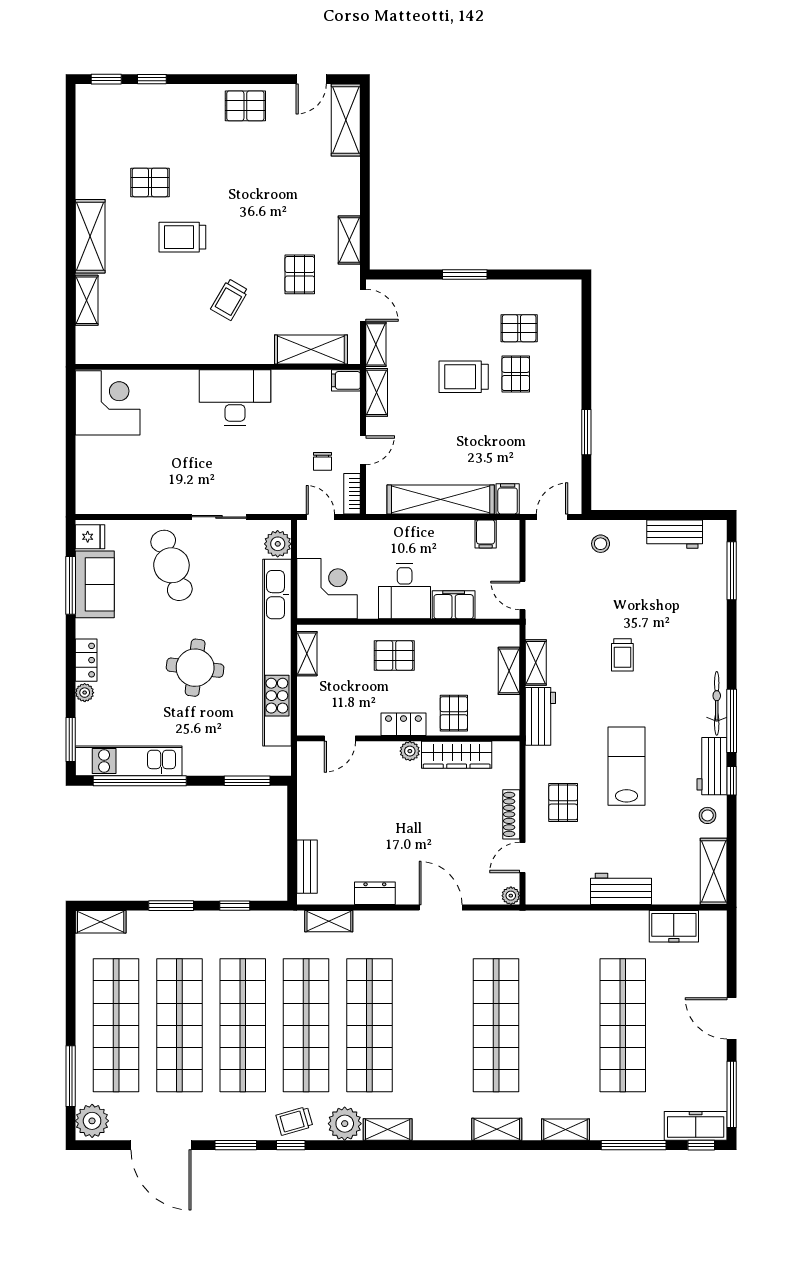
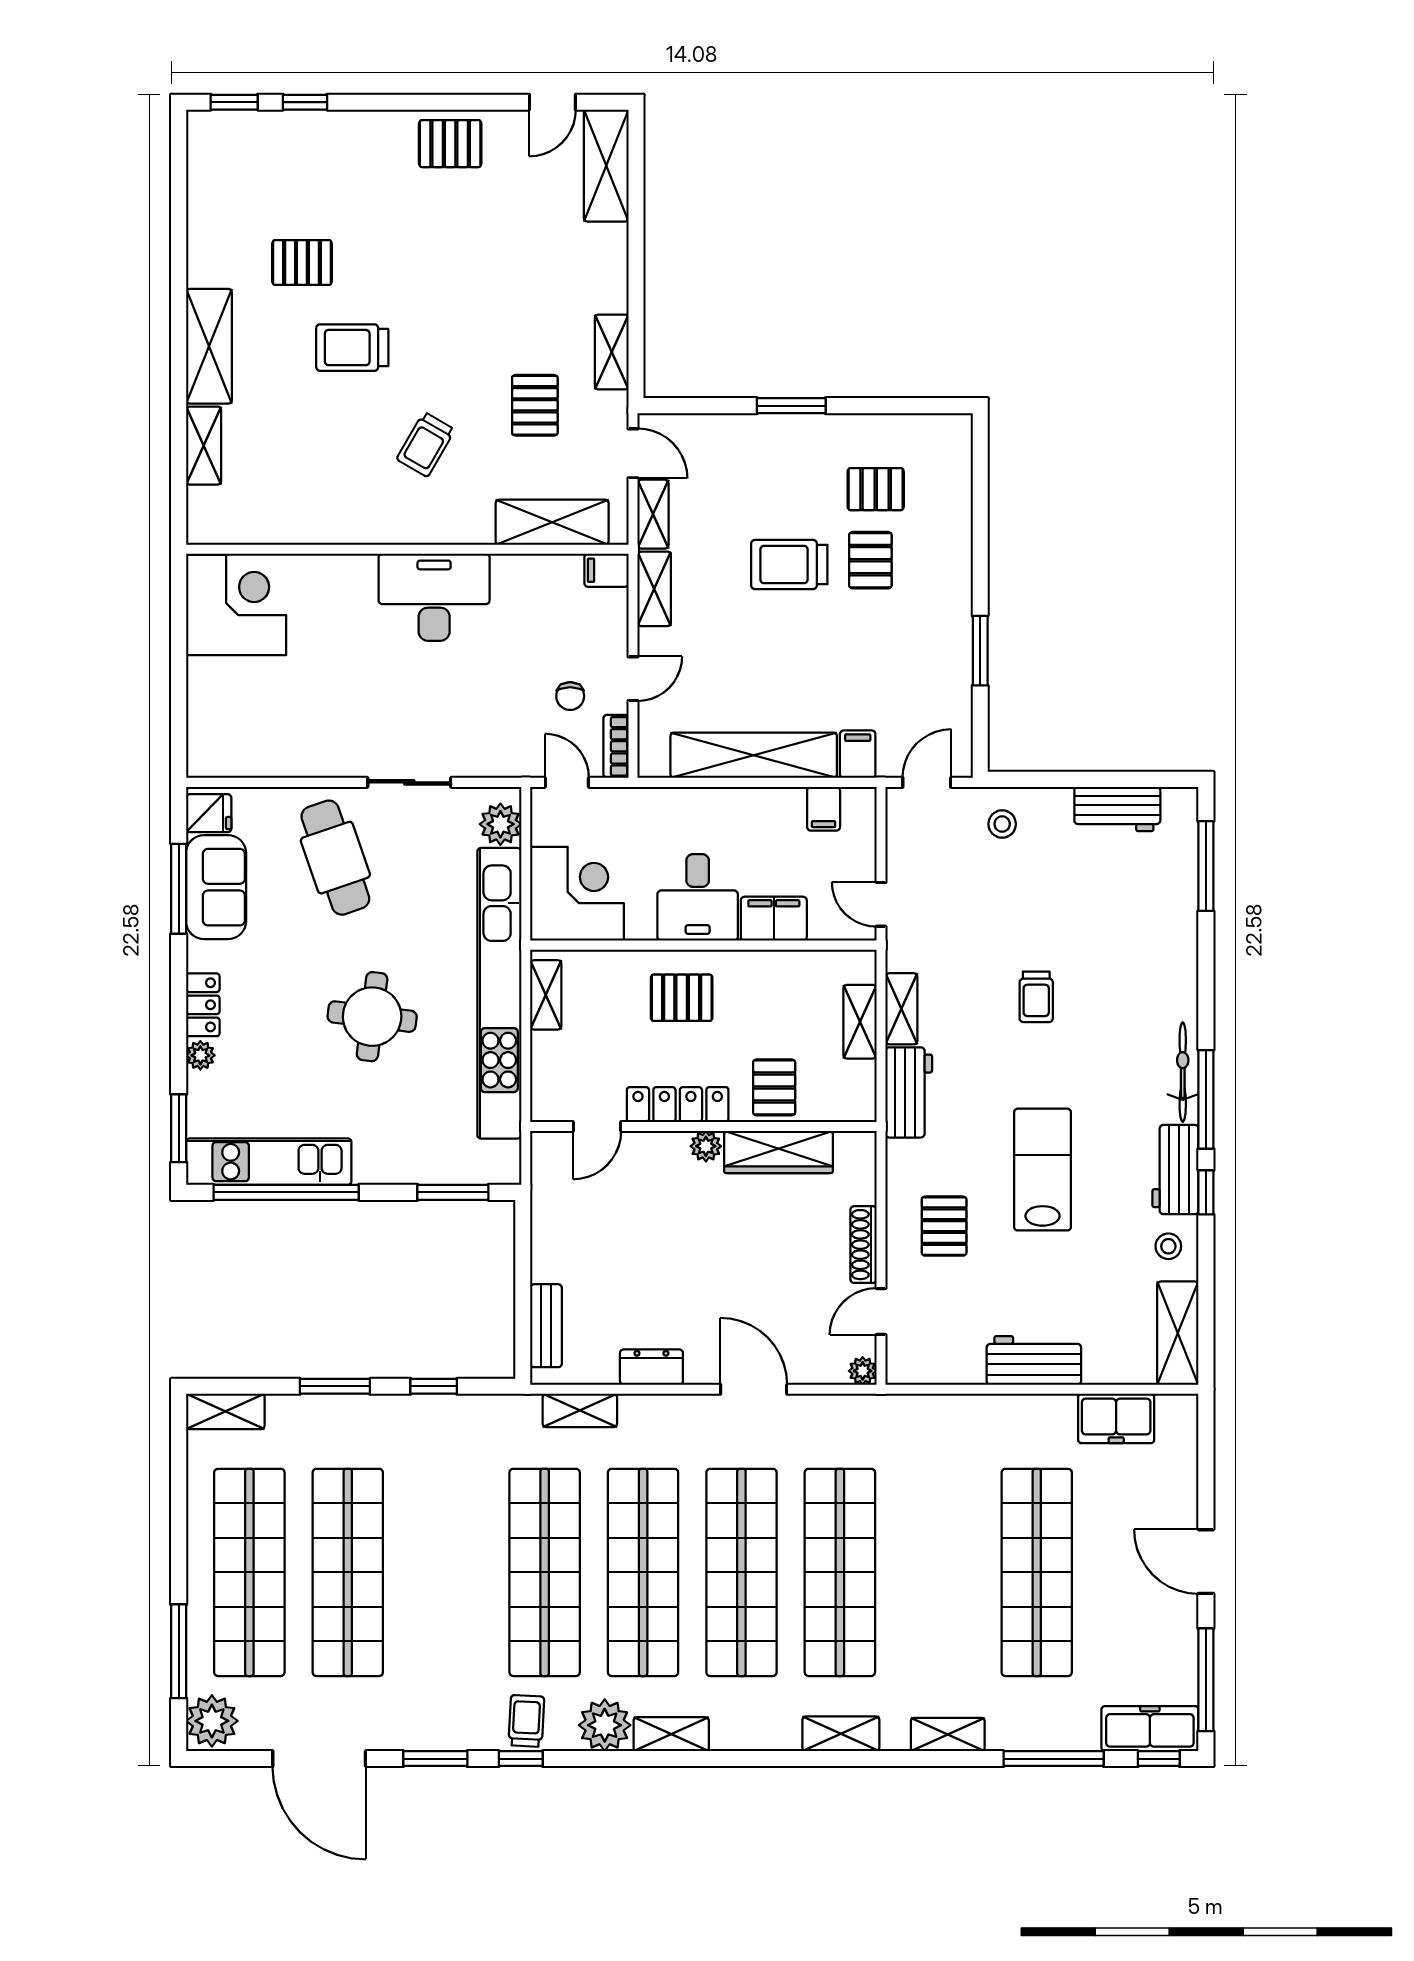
locker: (403, 724) -> (678, 1105), width x1.53
shop shelf: (243, 1025) -> (741, 1572), moved
trolley: (294, 1121) -> (526, 1721), turned 109

